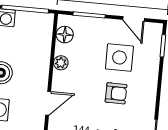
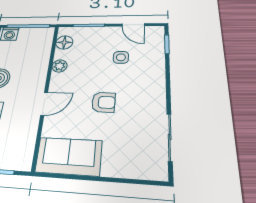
side table: (119, 57) -> (121, 57), width x0.54, depth x0.54
armchair: (116, 93) -> (103, 102), moved

